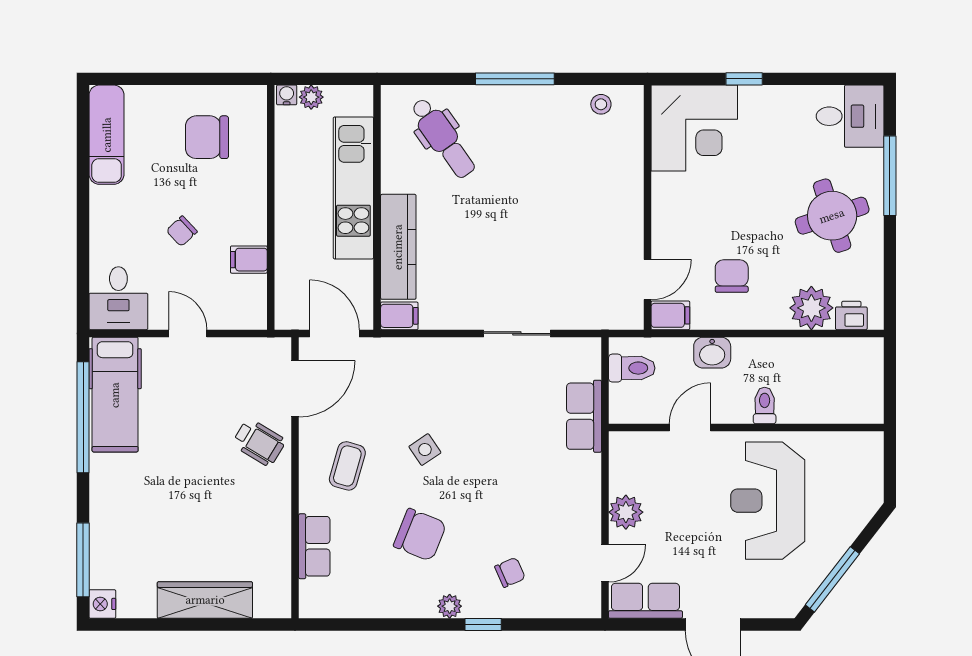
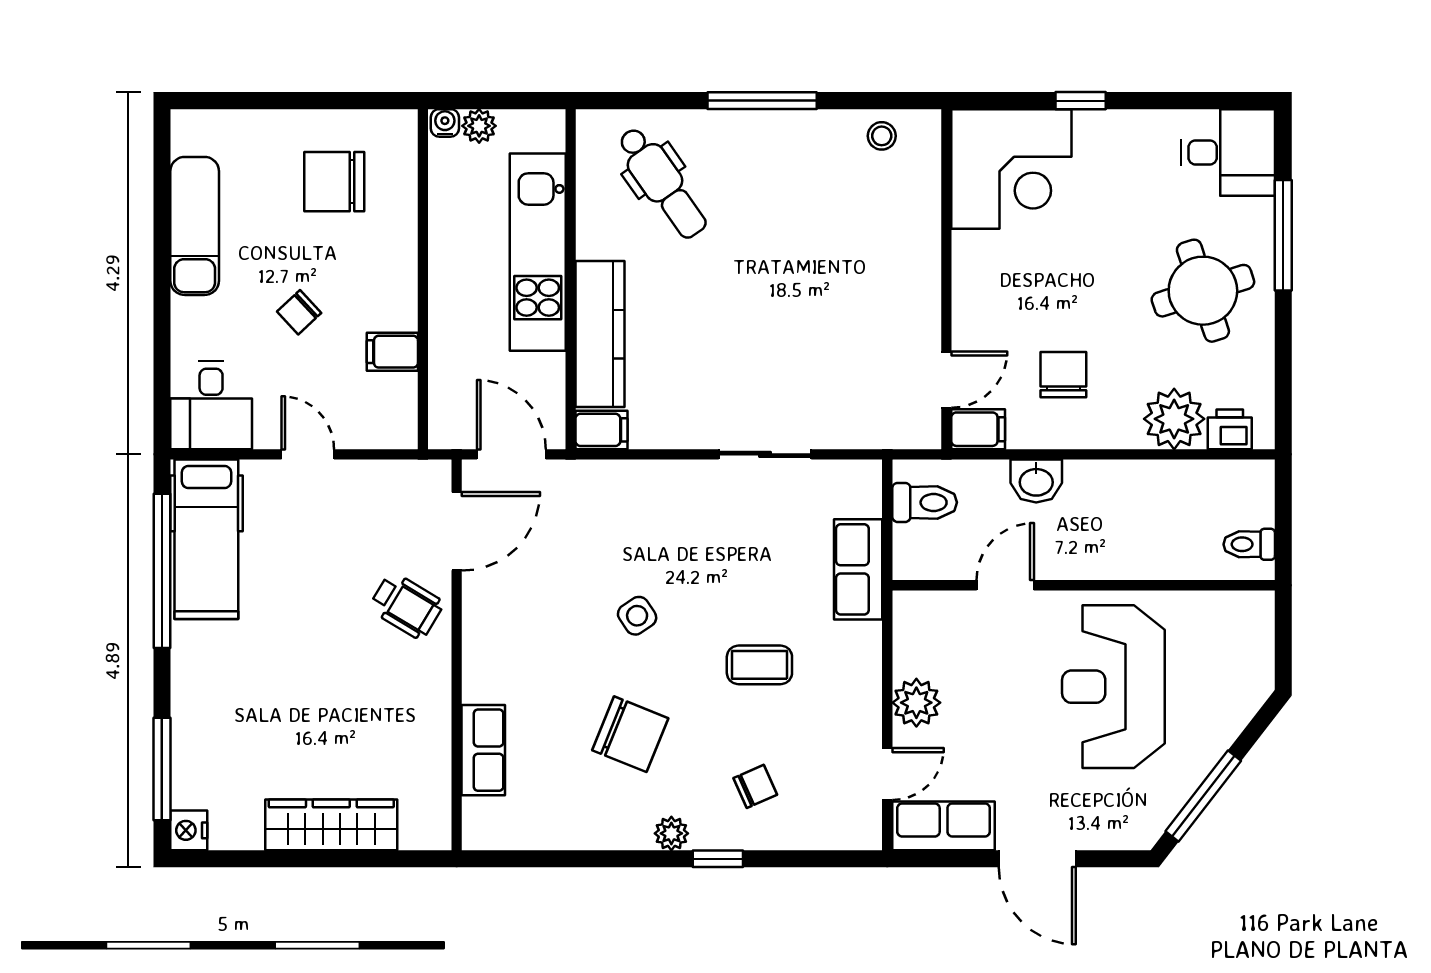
exam couch: (107, 135) -> (195, 226), moved
toilet: (765, 406) -> (1249, 544), moved, turned -90
coffee table: (347, 466) -> (759, 665), moved, turned 74

